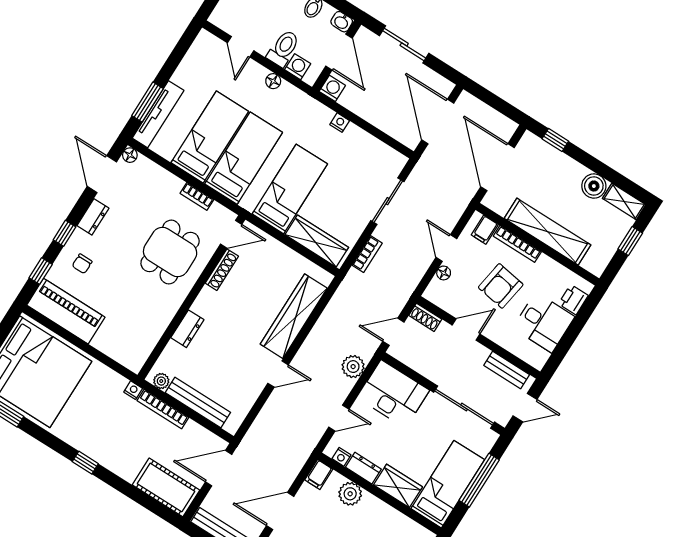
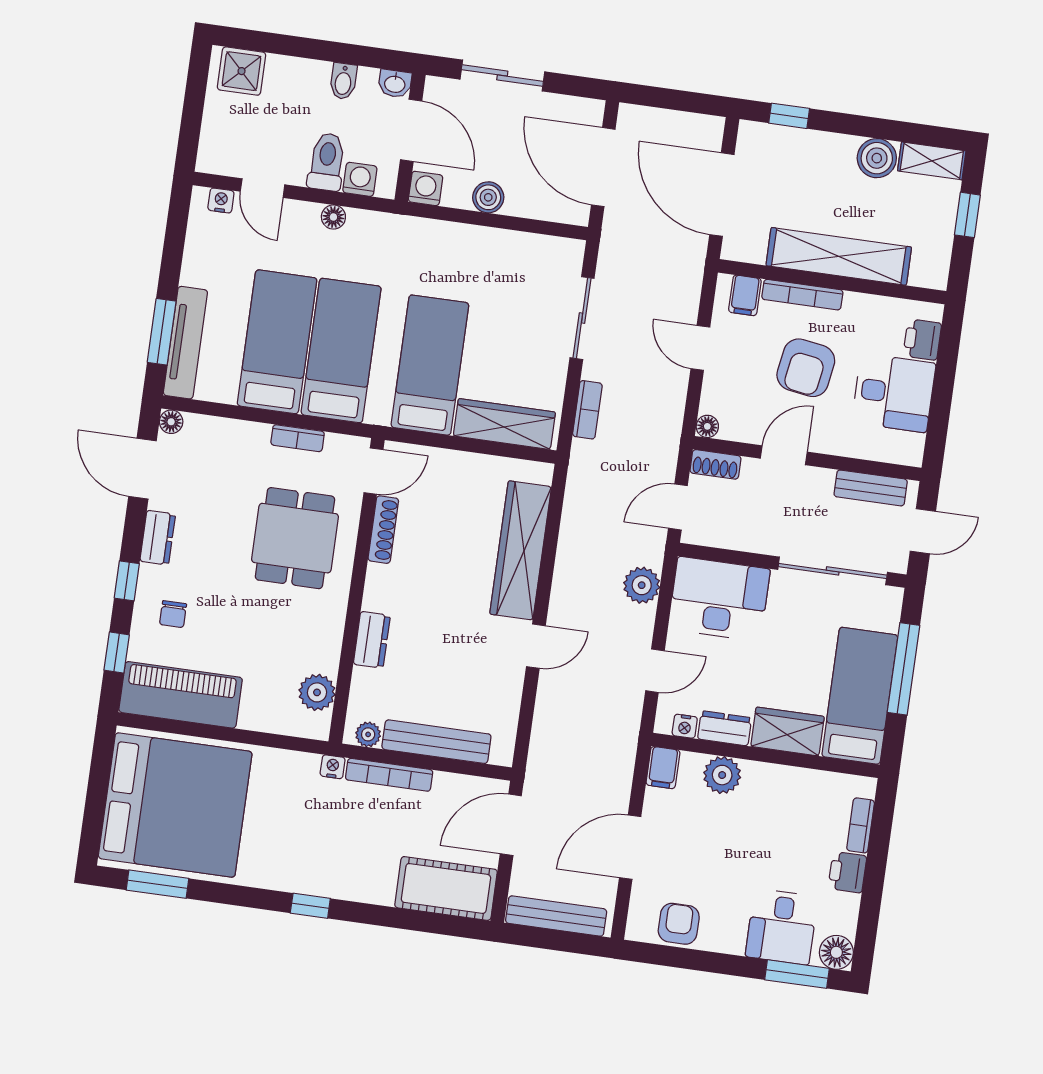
boiler: (365, 109) -> (488, 197), added
nightstand: (340, 123) -> (221, 200), moved
floor lamp: (444, 273) -> (707, 426), moved
plant: (143, 344) -> (317, 692), added

